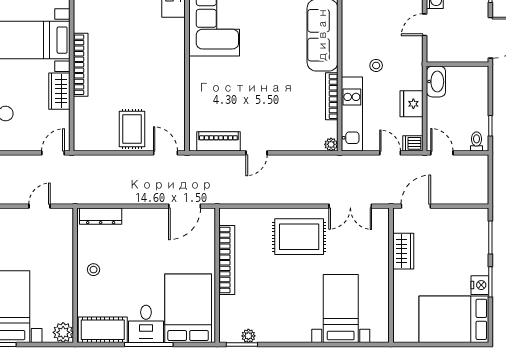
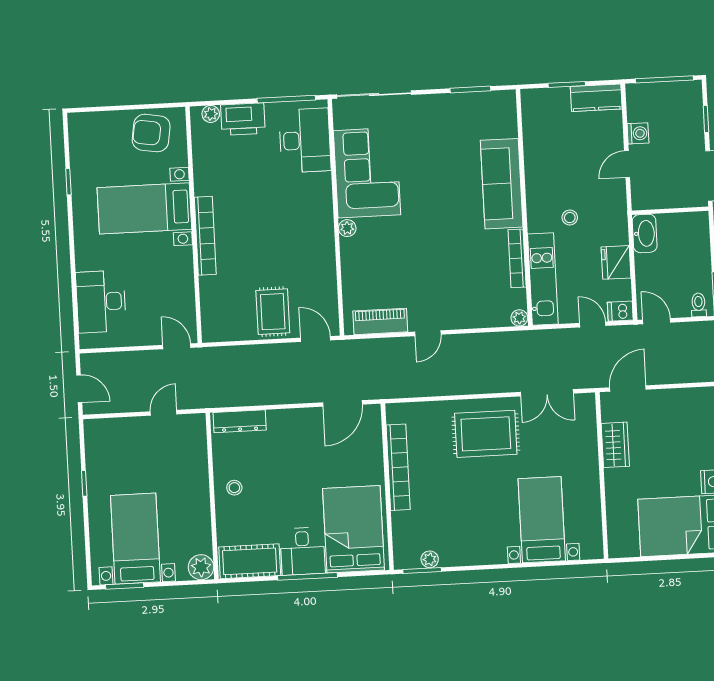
plant: (196, 65) -> (347, 228), added
wardrobe: (59, 91) -> (181, 270), removed
door: (53, 153) -> (177, 346), hinge flipped

